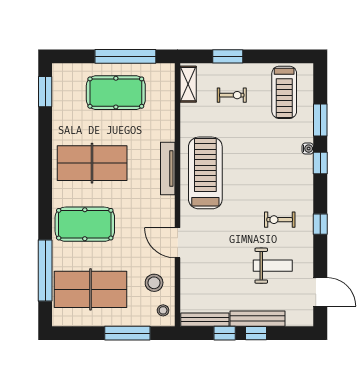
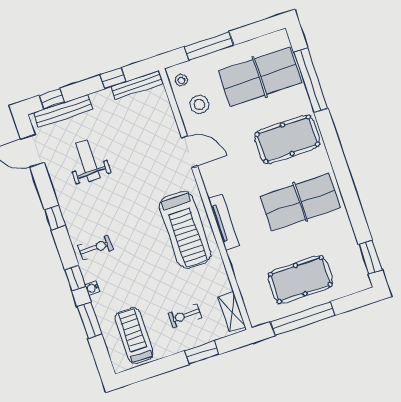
exercise bike: (280, 220) -> (95, 248), moved
weight bench: (273, 266) -> (88, 161), turned 90
bench: (258, 319) -> (63, 111), moved
window: (256, 333) -> (52, 99), moved

